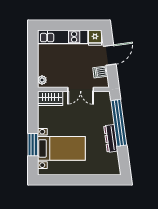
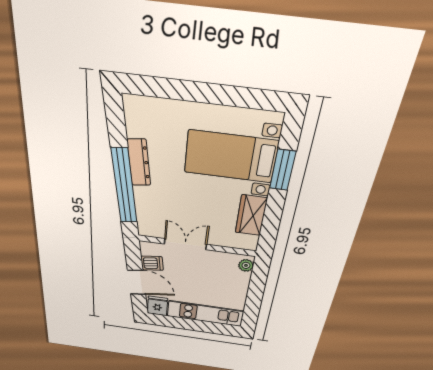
door: (110, 55) -> (137, 282), swing flipped
wardrobe: (50, 98) -> (251, 215), moved, turned -90

